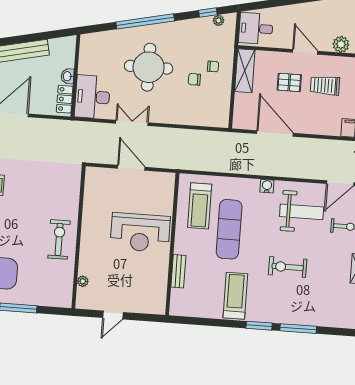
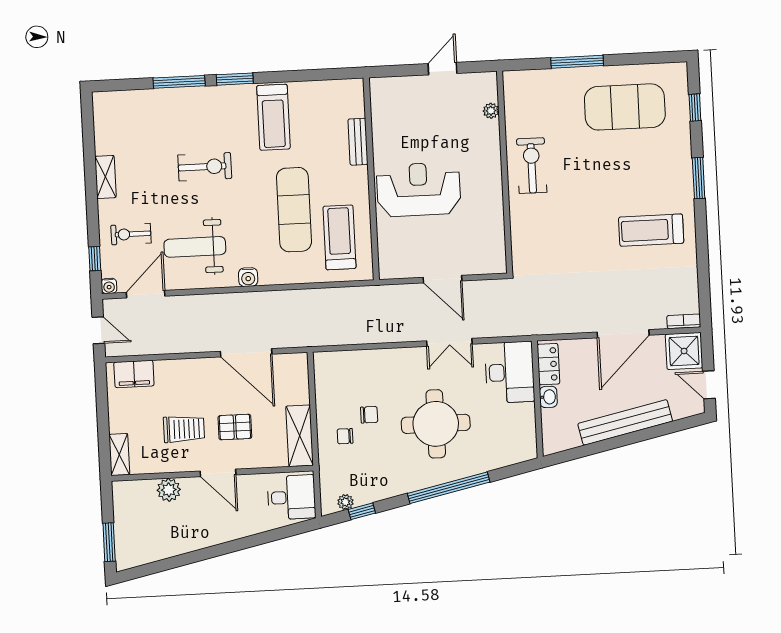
exercise bike: (59, 239) -> (532, 166), turned 180

